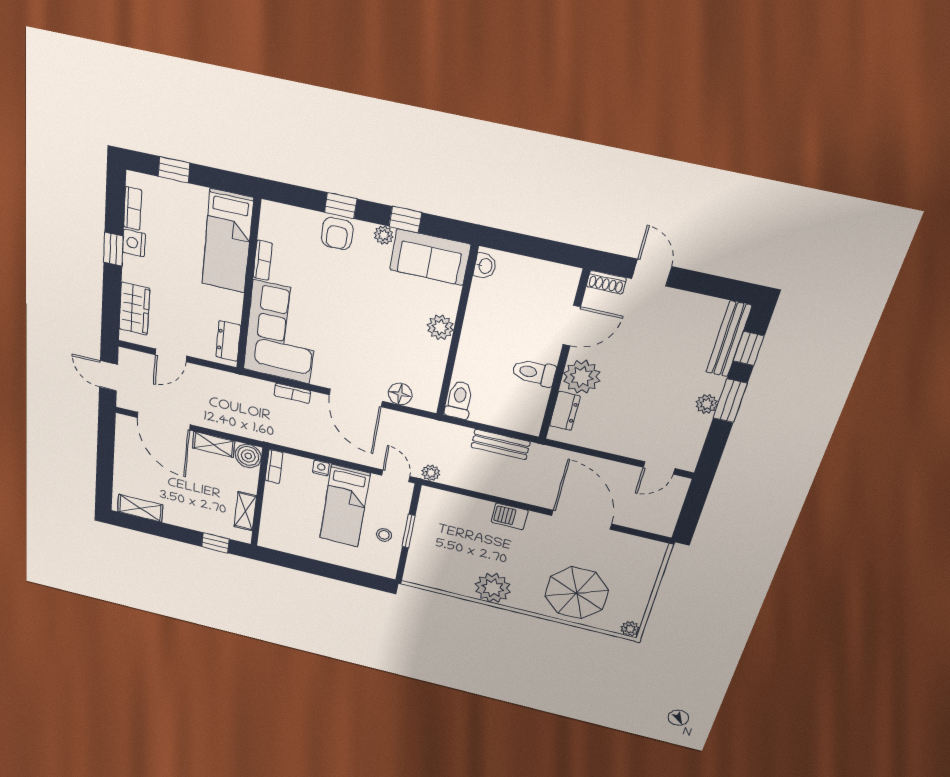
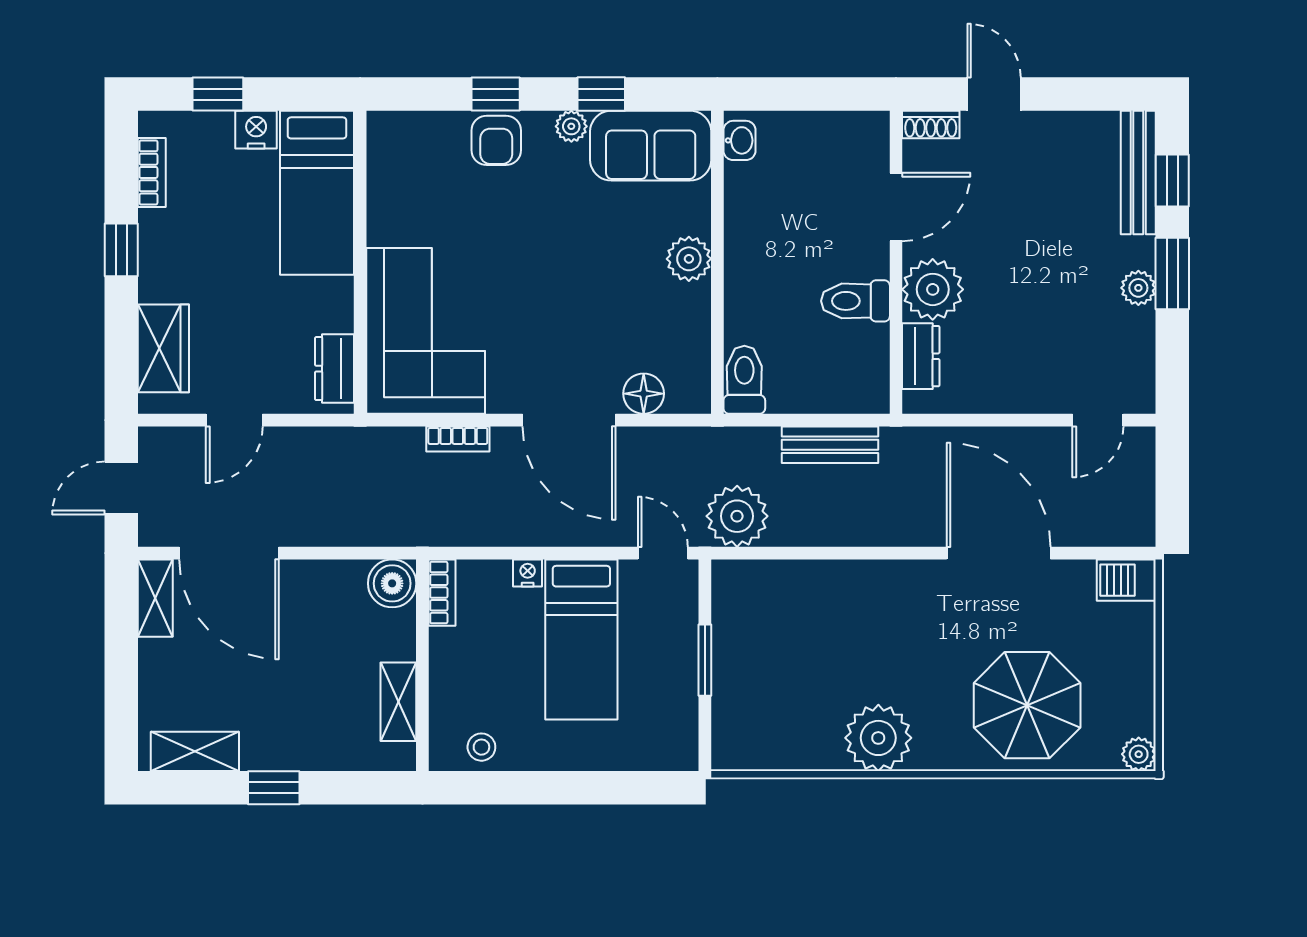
nightstand: (134, 243) -> (256, 130), moved, turned 90
bookcase: (263, 260) -> (379, 212), removed
door: (108, 376) -> (121, 488), hinge flipped
shelving: (214, 444) -> (155, 598), moved, turned 90
plant: (431, 473) -> (737, 516), width x1.88, depth x1.88
barbecue: (510, 516) -> (1126, 580), moved
stool: (384, 535) -> (481, 747), moved
window: (215, 543) -> (274, 788), moved

